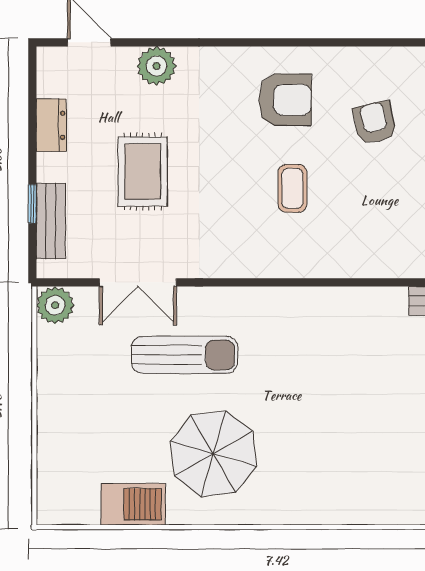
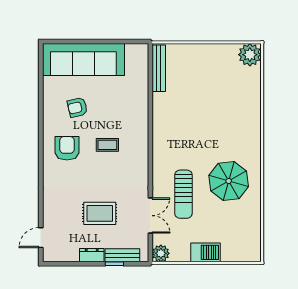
plant: (156, 66) -> (51, 207), removed
dresser: (51, 125) -> (92, 255), moved
sun lounger: (185, 355) -> (183, 194), turned 180
barbecue: (133, 504) -> (206, 252), moved, turned 90

